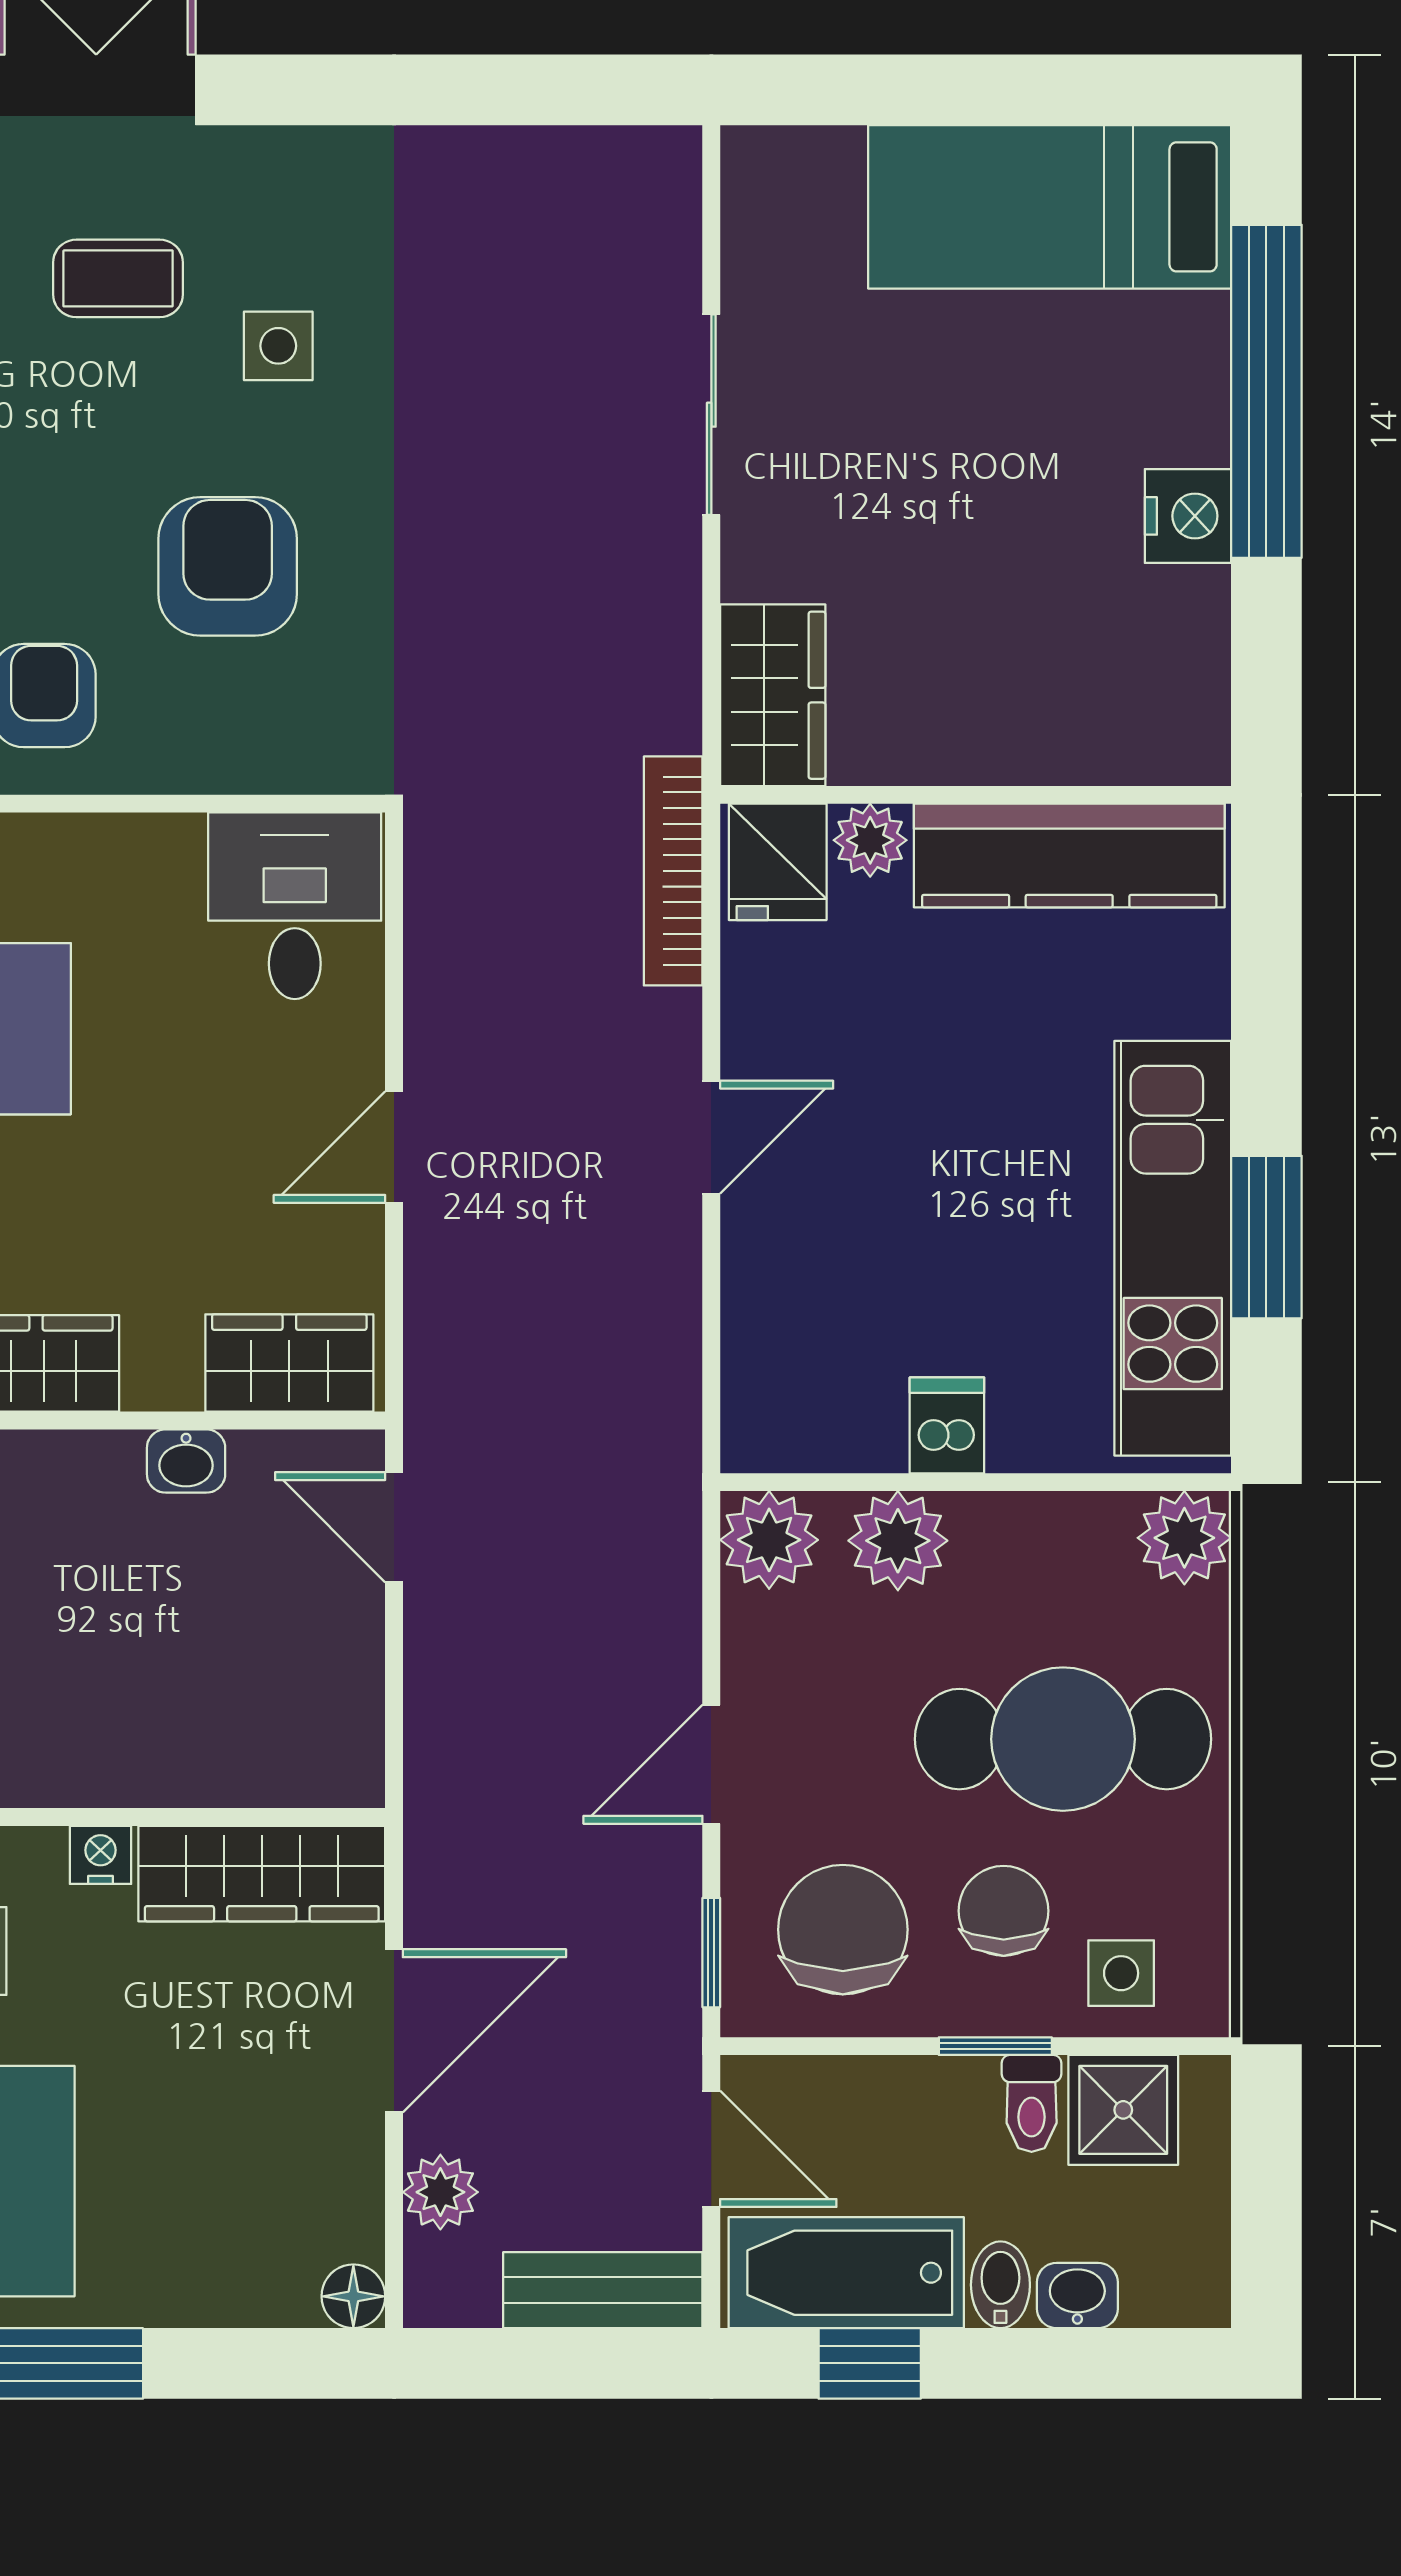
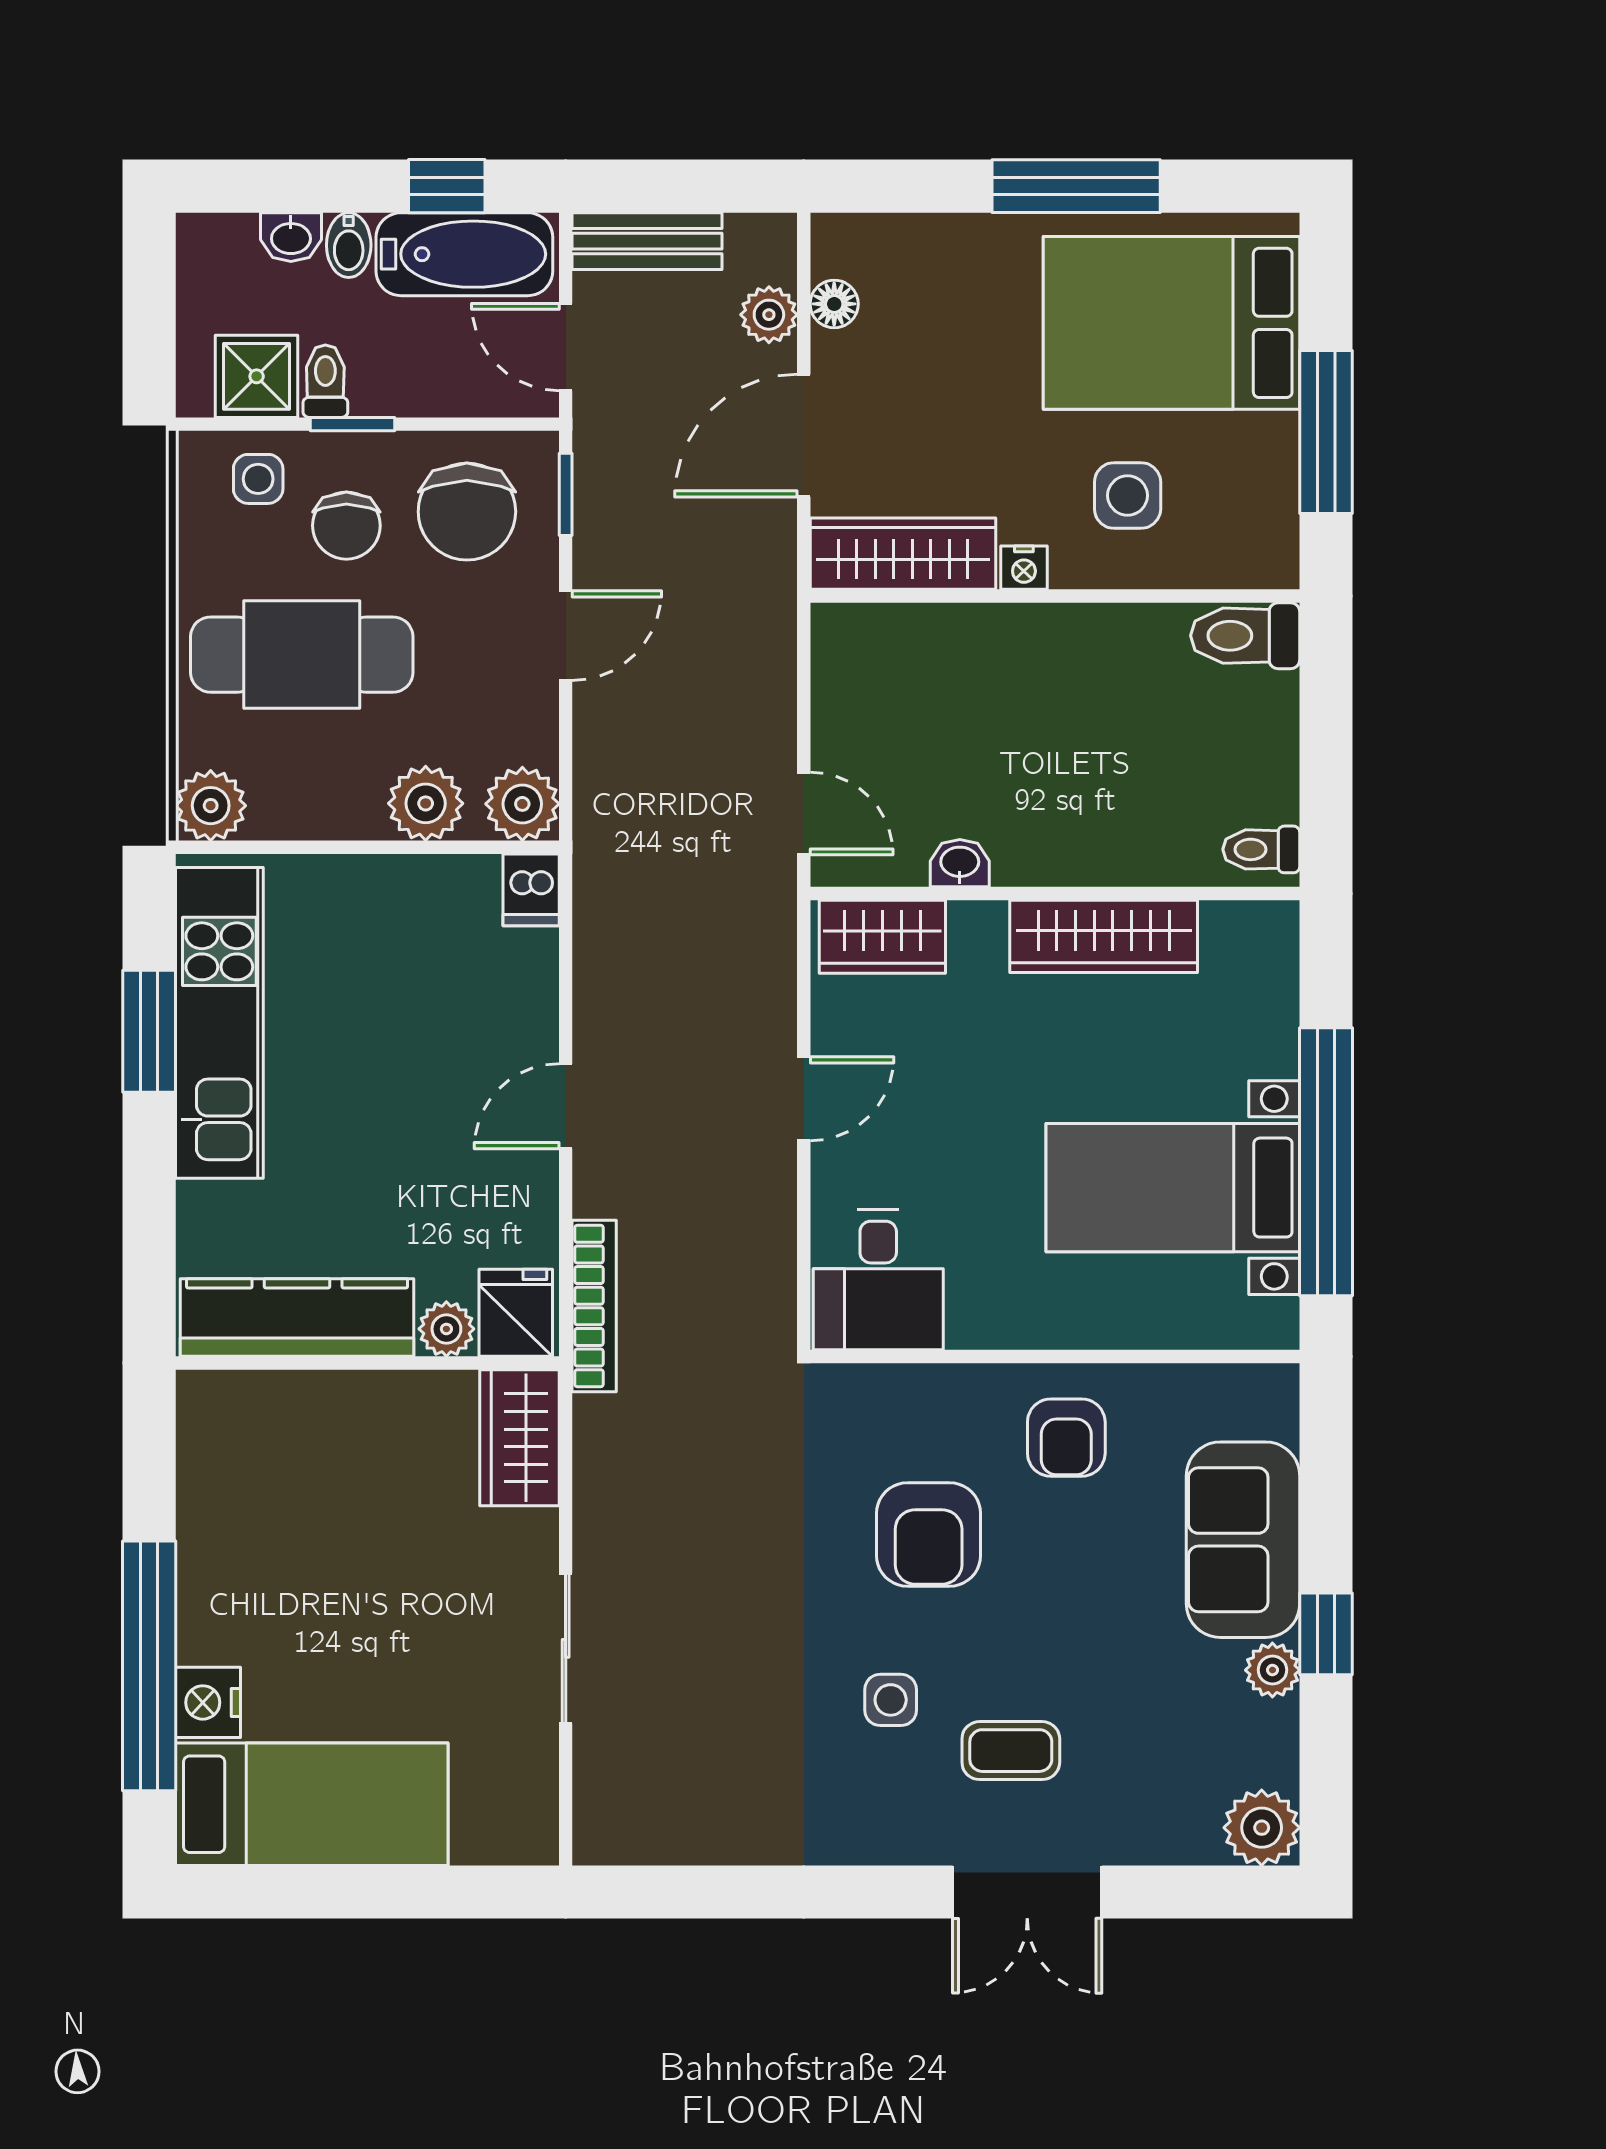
nightstand: (1188, 516) -> (208, 1702), moved
dishwasher: (947, 1425) -> (531, 890), moved
floor lamp: (353, 2296) -> (834, 304), moved

